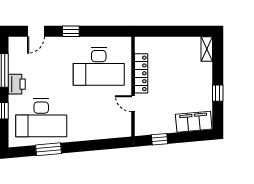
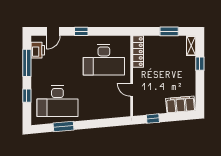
window: (180, 31) -> (169, 31), added
locker: (141, 73) -> (138, 52), moved
printer: (17, 84) -> (38, 50), moved
window: (218, 93) -> (200, 64), moved

